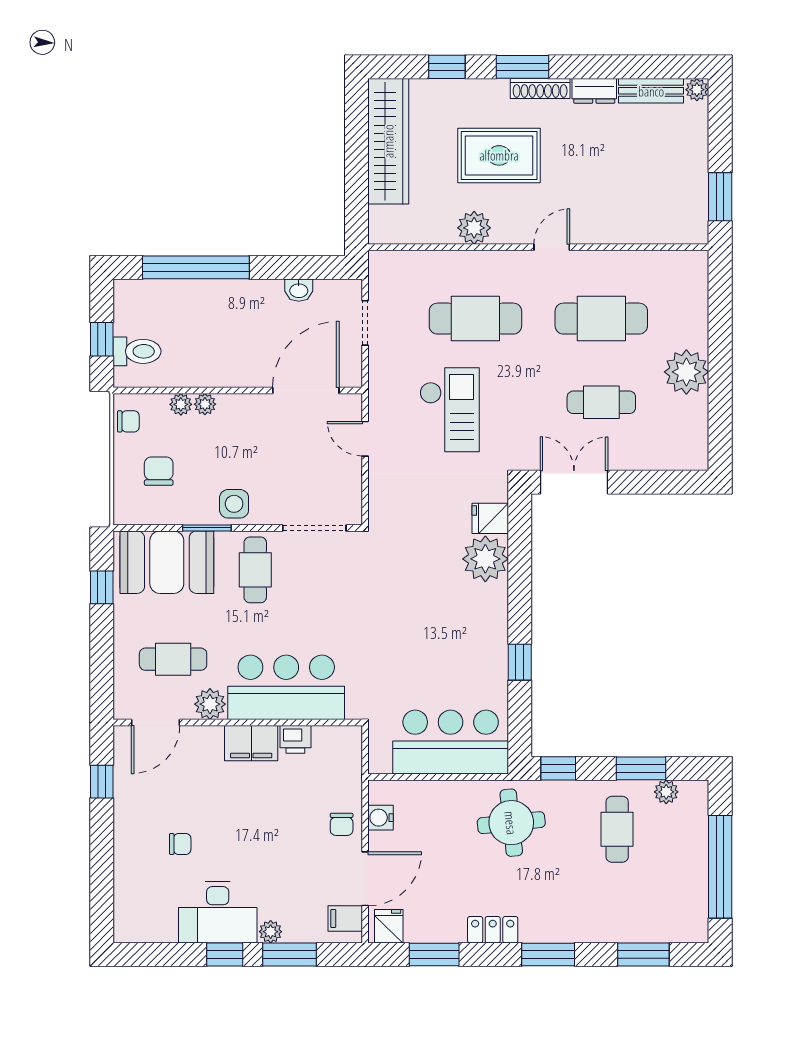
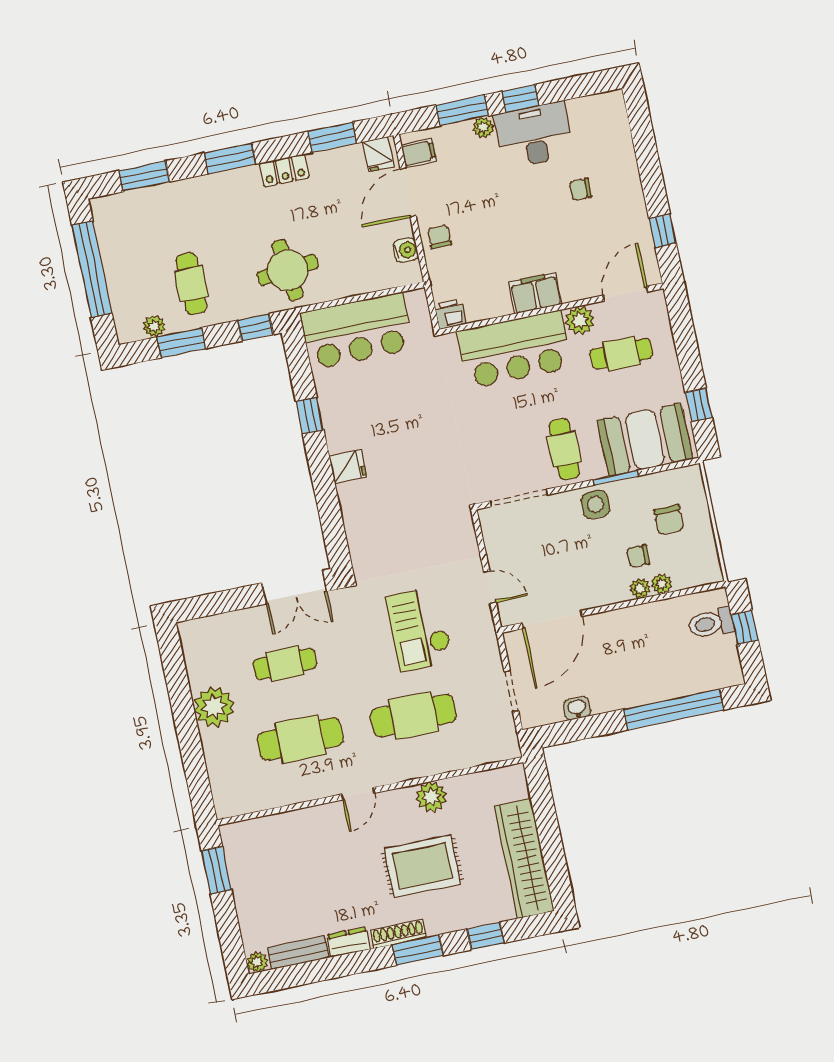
chair: (128, 421) -> (638, 556), moved
fridge: (490, 518) -> (348, 467), moved
plant: (485, 559) -> (360, 502), removed
printer: (295, 739) -> (450, 314), moved

